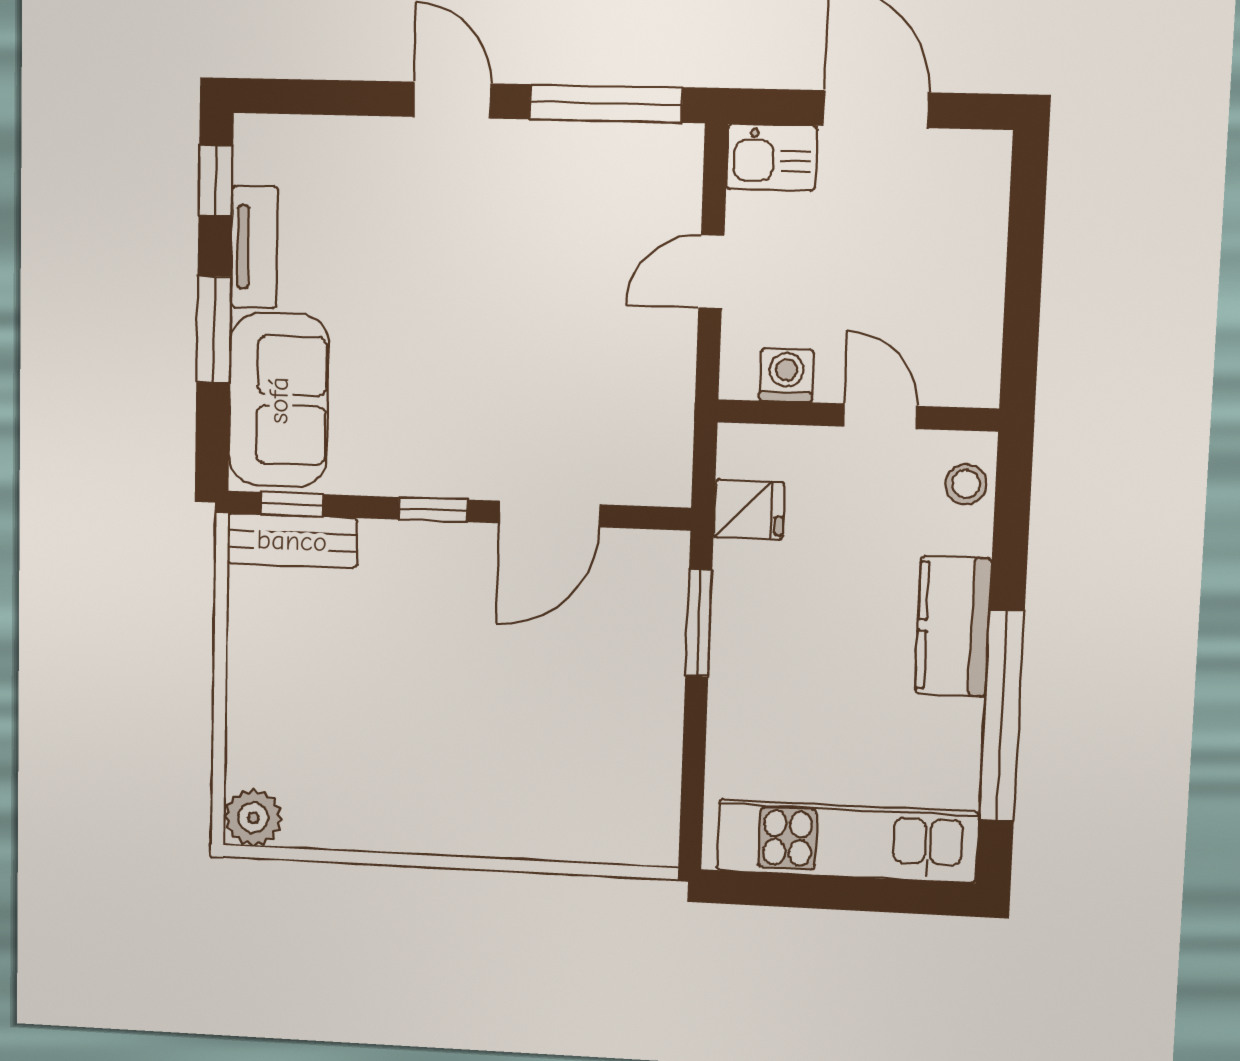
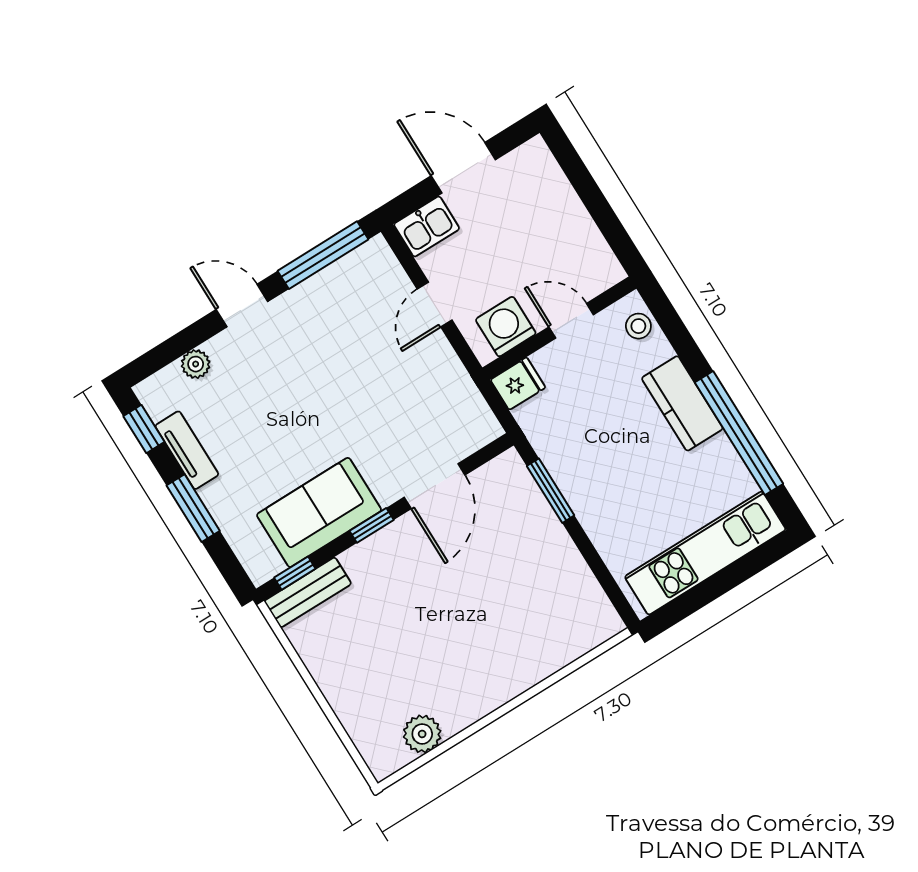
plant: (340, 139) -> (196, 364), added
washing machine: (786, 375) -> (506, 327), width x1.38, depth x1.38
sofa: (279, 400) -> (319, 512), moved, turned -90
fridge: (749, 510) -> (518, 384), moved
plant: (253, 818) -> (422, 734), moved

